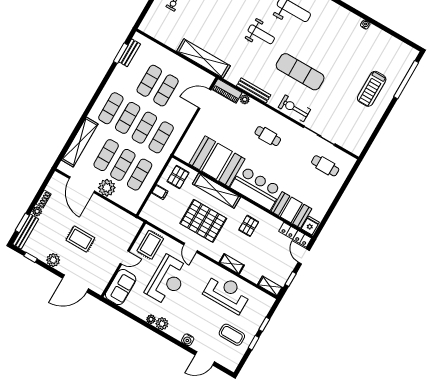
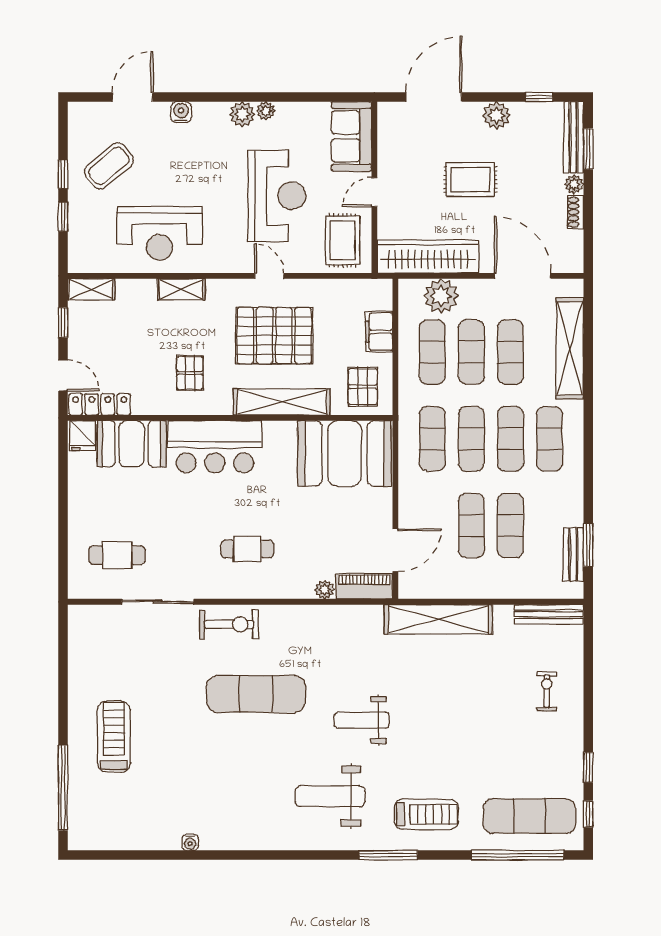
bench: (254, 90) -> (549, 614), moved
booth: (217, 161) -> (345, 453), moved
plant: (107, 188) -> (441, 296), moved
filing cabinet: (160, 192) -> (379, 332), width x2.00
wardrobe: (118, 217) -> (428, 257), added
reception desk: (167, 280) -> (277, 196), turned 180
coffee table: (232, 335) -> (109, 166), turned -40

